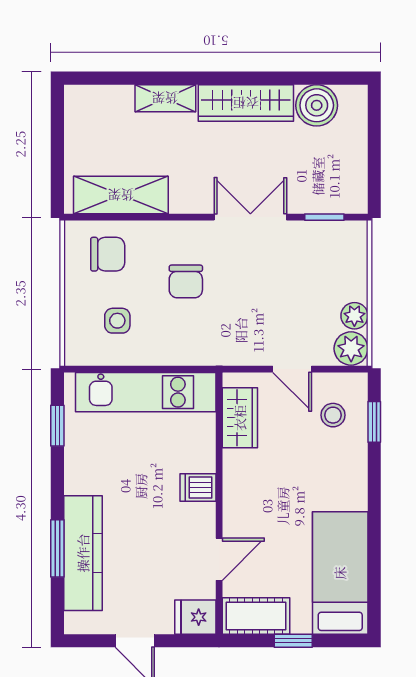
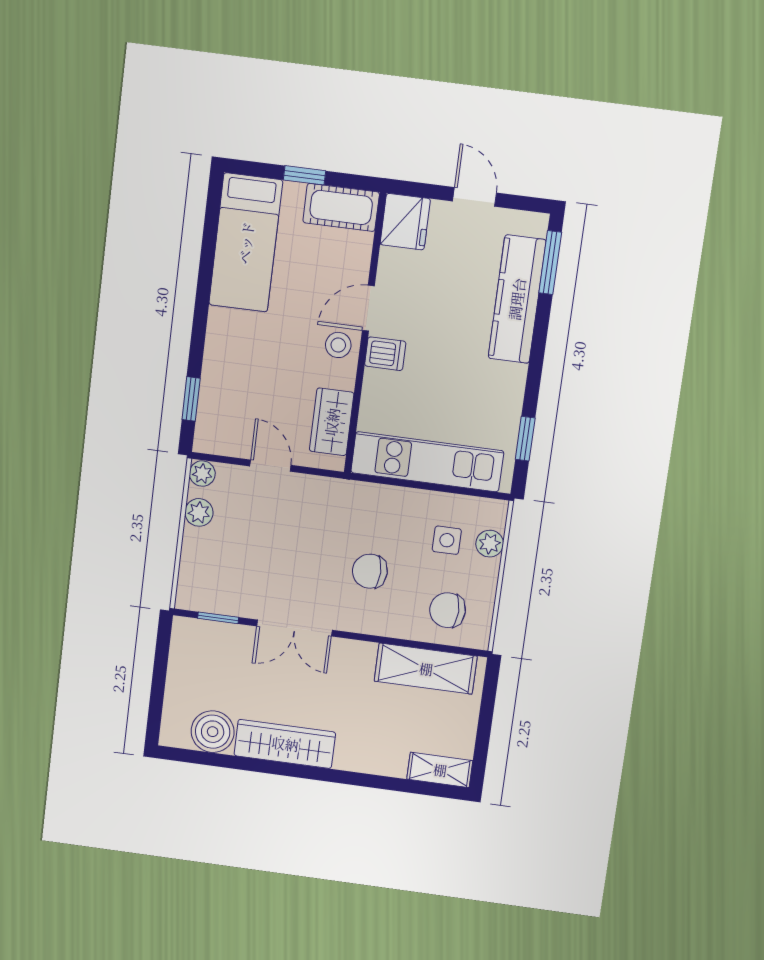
shelving: (165, 98) -> (440, 770), moved
chair: (186, 281) -> (370, 571), turned -90
plant: (77, 323) -> (490, 544), added
plant: (351, 349) -> (202, 474), width x0.73, depth x0.73
stool: (333, 415) -> (338, 345), moved
window: (57, 548) -> (550, 263), moved
door: (219, 559) -> (368, 308), moved
fridge: (195, 617) -> (405, 222), width x1.38

